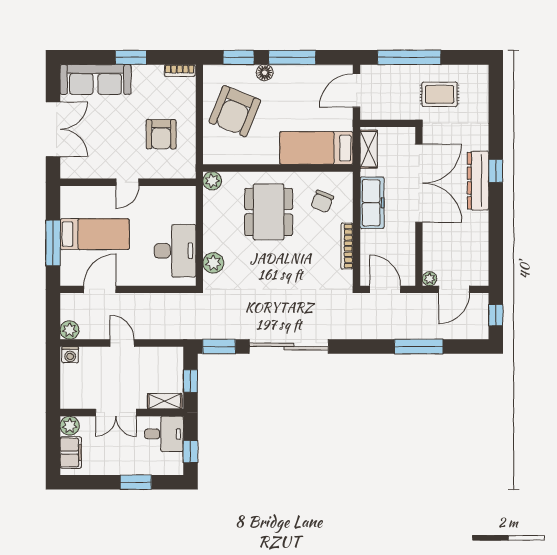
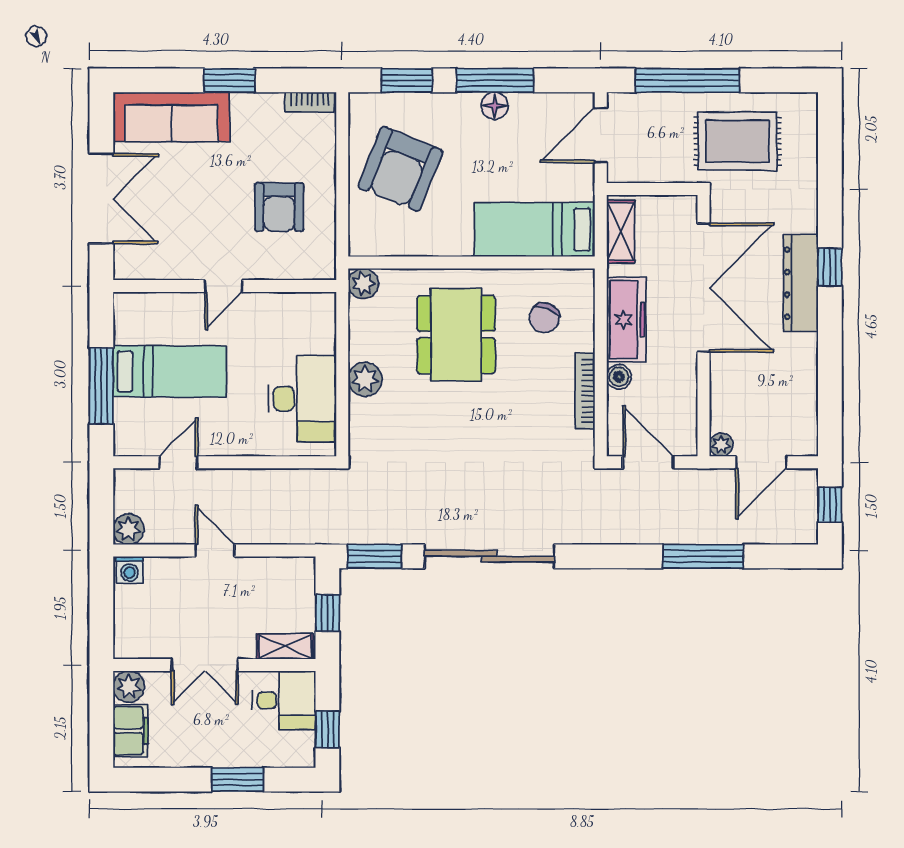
floor lamp: (265, 73) -> (495, 106), moved
rug: (440, 94) -> (738, 141), width x1.36, depth x1.43
boiler: (368, 237) -> (619, 377), added
plant: (213, 263) -> (365, 379), moved
door: (100, 289) -> (179, 462), width x0.73

